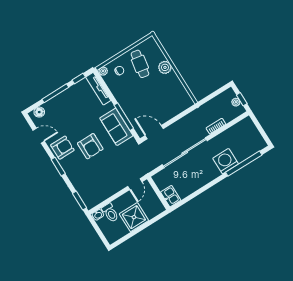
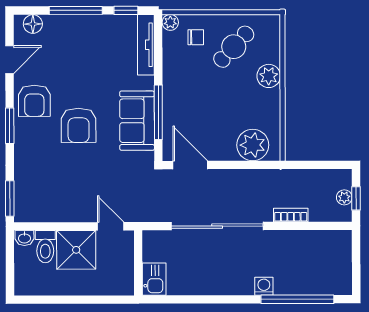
cafe table: (140, 64) -> (234, 47), turned 33
plant: (178, 104) -> (253, 145), added
door: (39, 136) -> (10, 60), hinge flipped
armchair: (62, 148) -> (34, 101), turned 90
washing machine: (226, 161) -> (264, 286), width x0.53, depth x0.53
door: (135, 184) -> (111, 226), swing flipped
shower: (134, 217) -> (76, 250), moved

